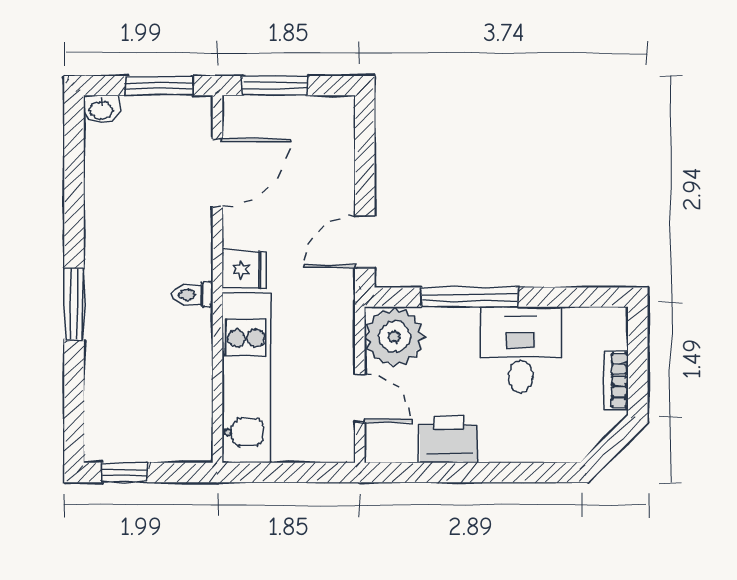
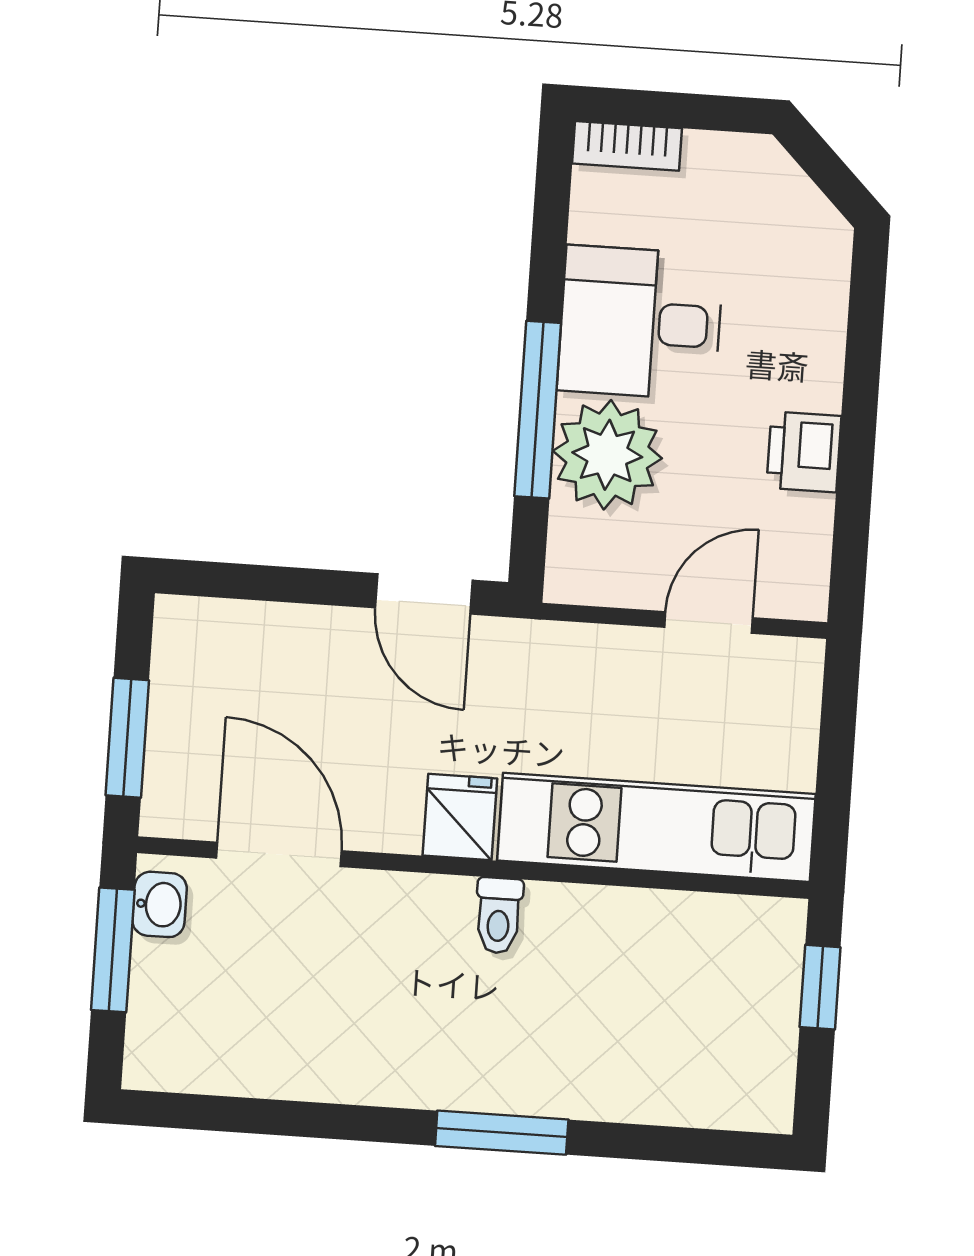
washbasin: (101, 109) -> (160, 904), moved
plant: (394, 337) -> (607, 455), moved
bookcase: (616, 380) -> (627, 146), moved
printer: (449, 439) -> (804, 452), width x0.73, depth x0.81
window: (124, 472) -> (820, 987), moved

